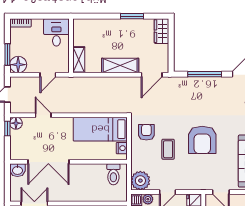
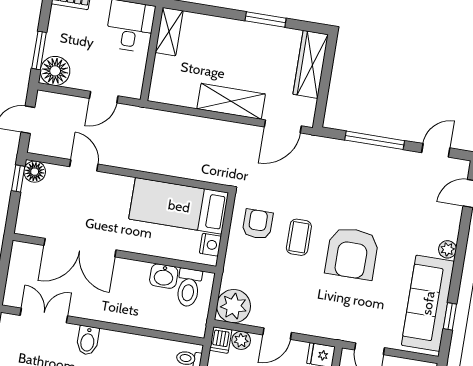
wardrobe: (161, 31) -> (311, 64), width x1.50
shelving: (79, 60) -> (169, 32), moved
coffee table: (168, 149) -> (299, 237), moved
washbasin: (17, 170) -> (164, 276), moved

